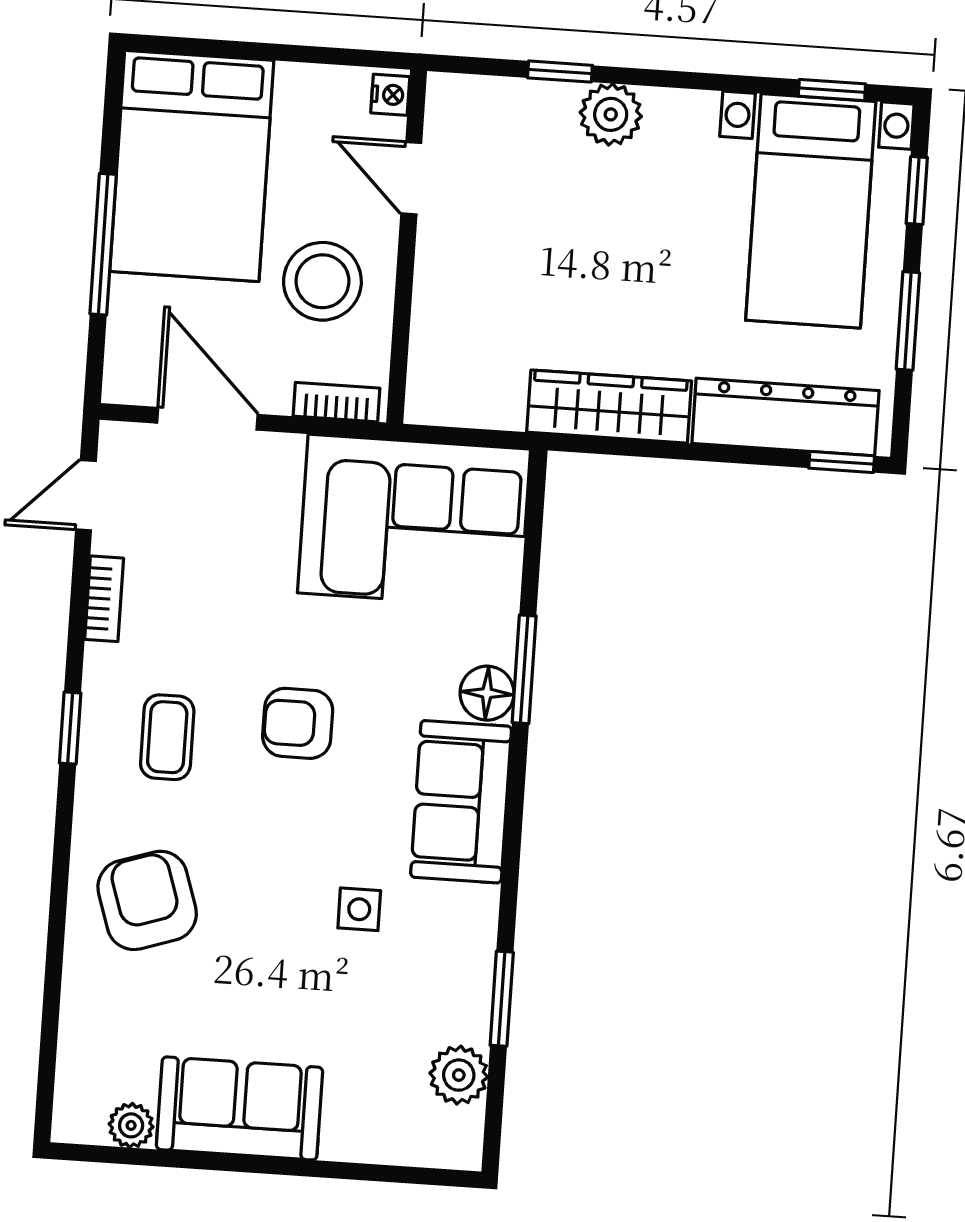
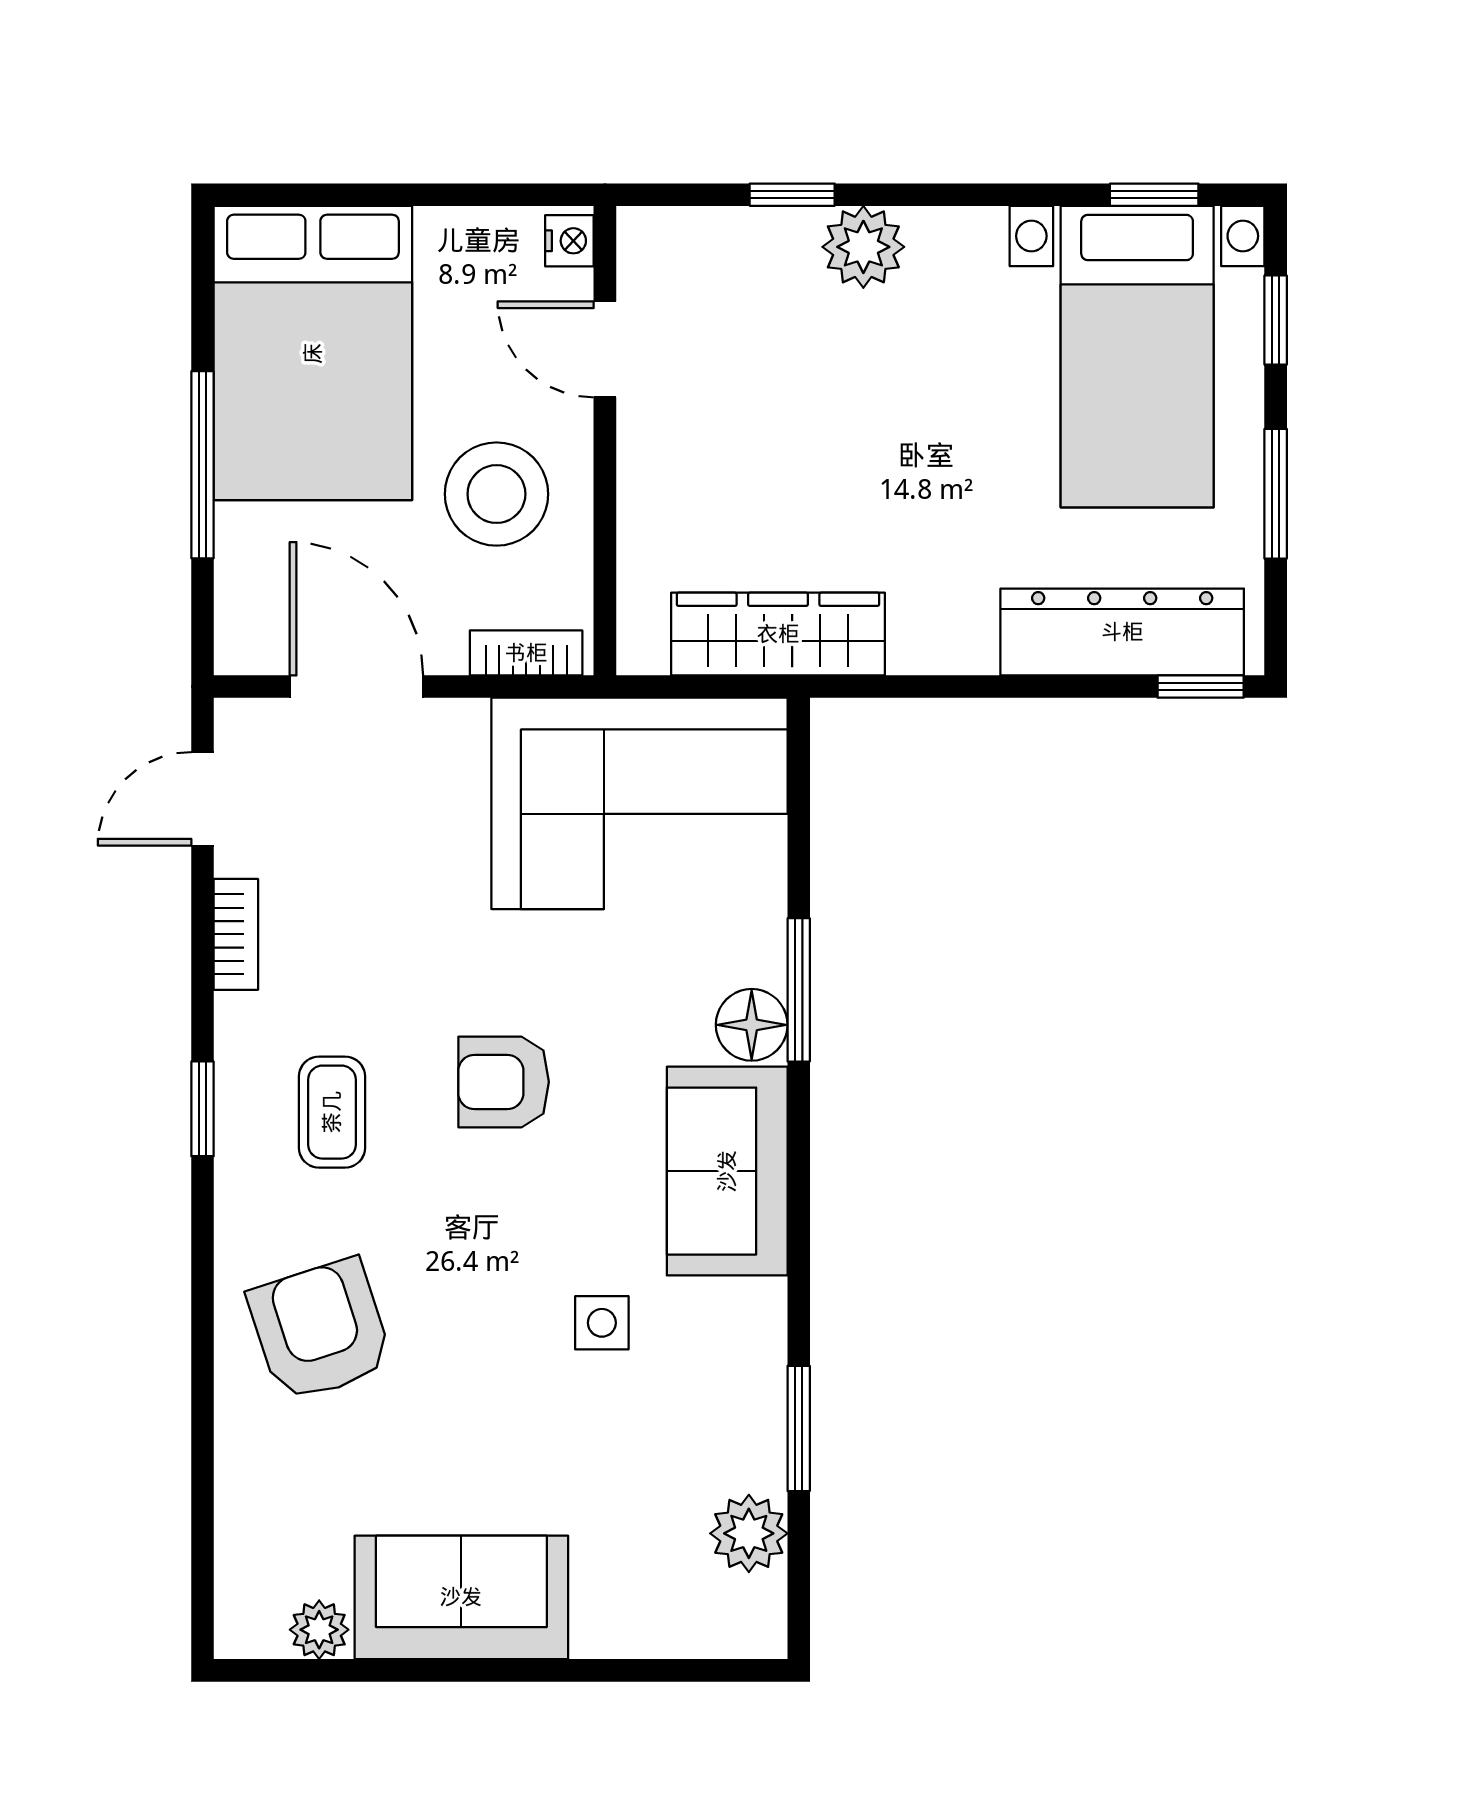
wardrobe: (609, 407) -> (778, 634), moved

